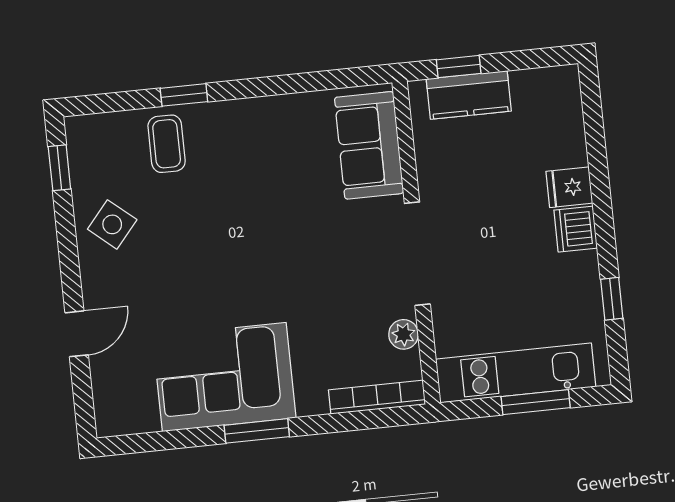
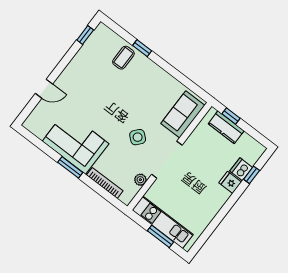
side table: (112, 224) -> (138, 137), moved
dishwasher: (576, 229) -> (241, 169), moved
window: (612, 299) -> (252, 175), moved
bookcase: (377, 397) -> (105, 183), moved

